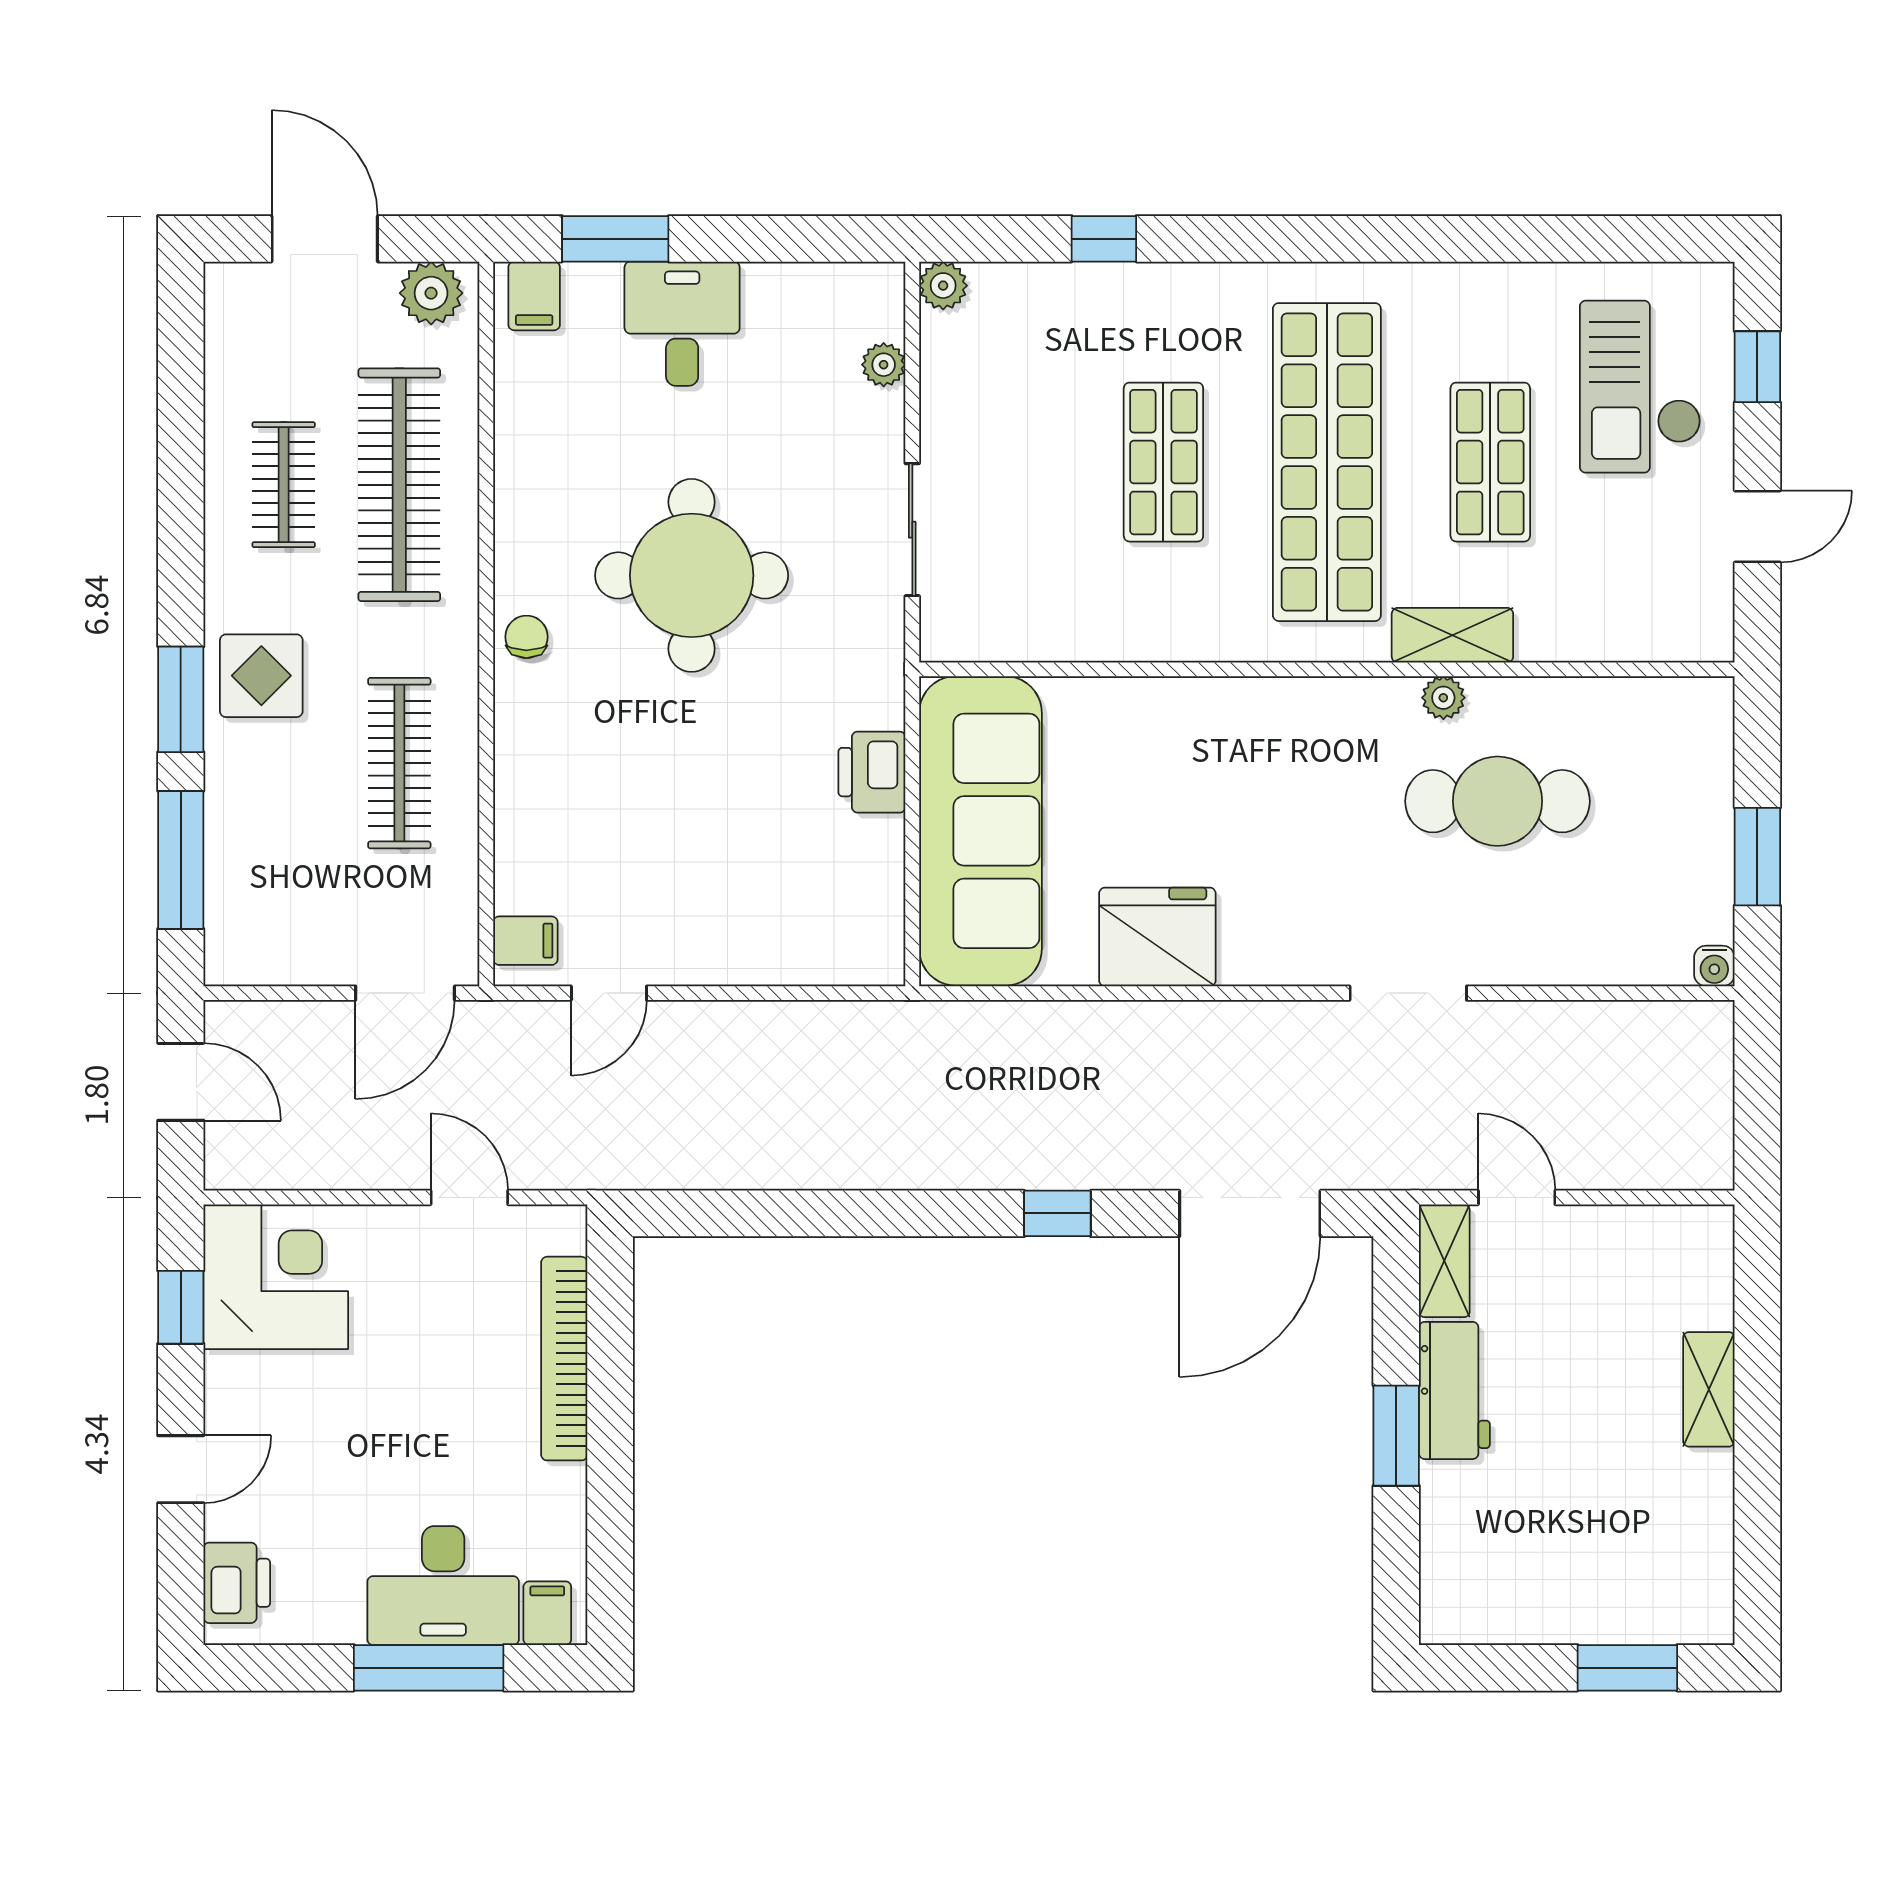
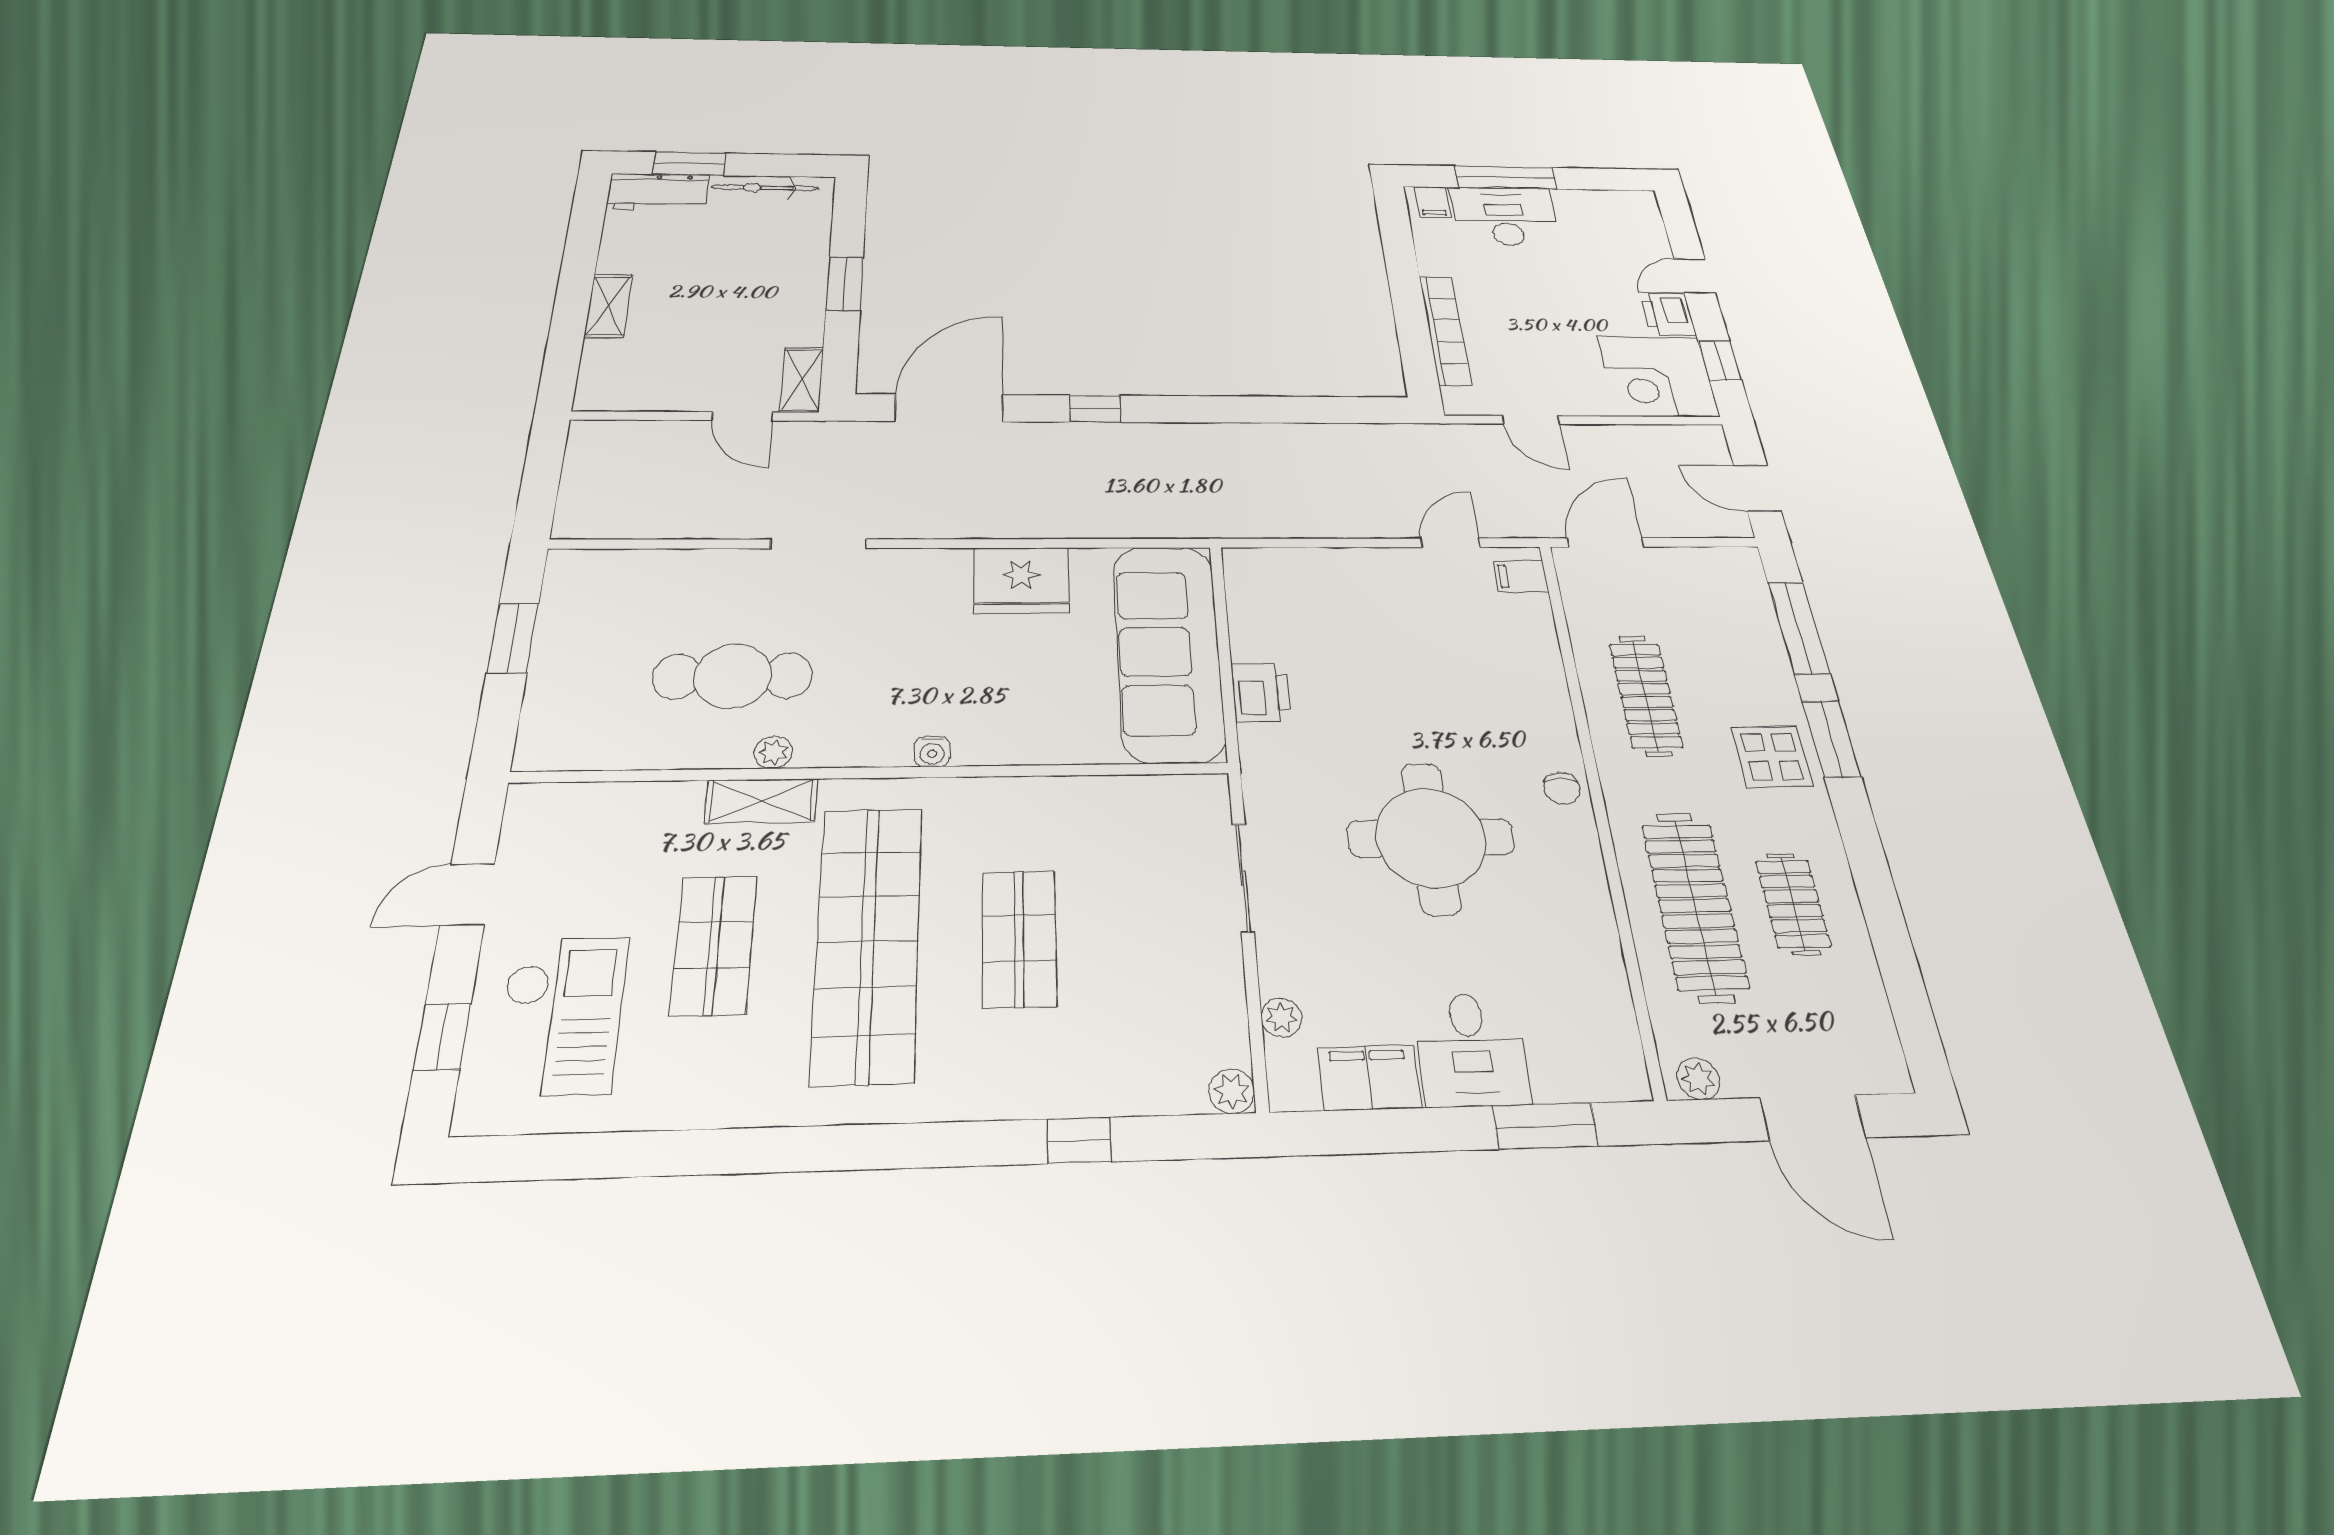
plant: (431, 293) -> (1698, 1079), width x0.73, depth x0.73
filing cabinet: (534, 296) -> (1369, 1078), moved, width x2.00
water cooler: (1714, 966) -> (932, 751), moved, turned 180
workbench: (1454, 1390) -> (658, 192), moved, turned -90
printer: (237, 1583) -> (1668, 314), moved
bicycle: (1517, 1621) -> (765, 188), added

